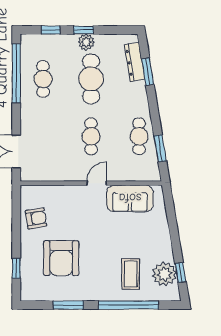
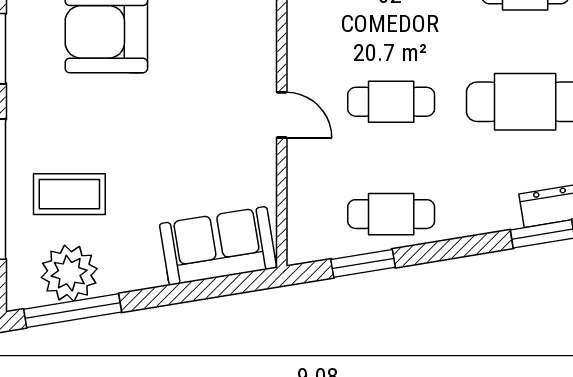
sofa: (130, 198) -> (218, 246), moved, turned 81
window: (180, 273) -> (73, 311), width x2.17

